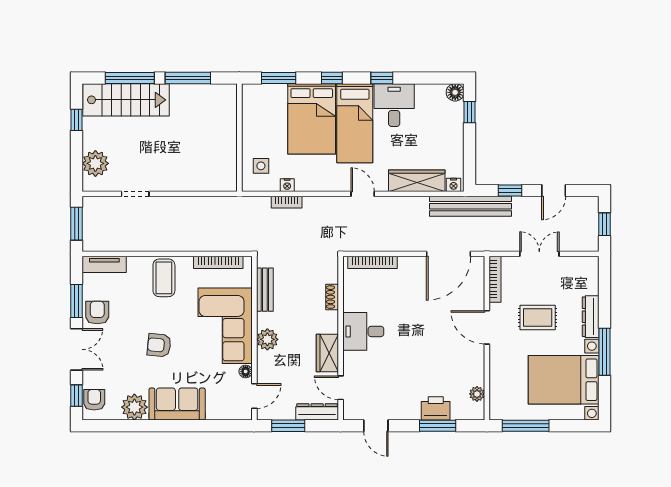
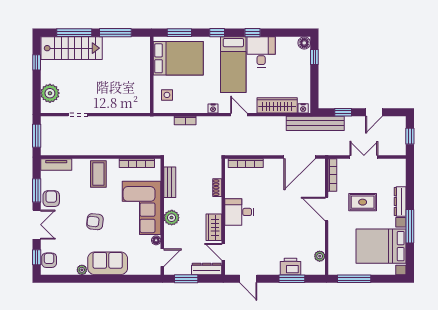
bed: (312, 119) -> (178, 58), moved, turned -90
nightstand: (287, 185) -> (213, 108), moved
plant: (134, 407) -> (82, 270), width x0.53, depth x0.53

